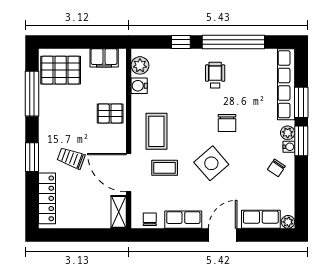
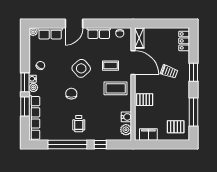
pallet: (61, 70) -> (176, 127), width x0.67, depth x0.71
coffee table: (156, 131) -> (116, 88), turned 90
locker: (47, 198) -> (184, 41), width x0.66

